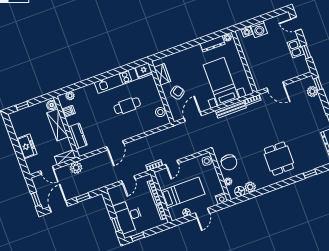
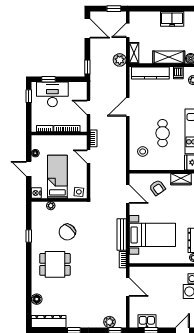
kitchen sink: (296, 48) -> (147, 321), moved
door: (275, 87) -> (128, 287), swing flipped
stool: (160, 112) -> (143, 151), moved
kitchen counter: (78, 136) -> (150, 73), width x1.50
door: (115, 145) -> (128, 107), hinge flipped
freezer: (27, 146) -> (172, 19), moved
chair: (229, 162) -> (67, 232), moved, turned -49
window: (310, 174) -> (29, 236), moved
plant: (250, 187) -> (37, 226), removed
floor lamp: (240, 191) -> (37, 299), moved
bed: (183, 192) -> (57, 177), moved, turned 180
window: (83, 198) -> (87, 67), moved
window: (36, 199) -> (114, 9), moved

